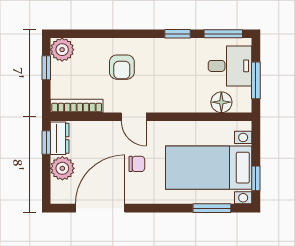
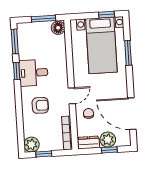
desk: (230, 66) -> (33, 73), moved, turned -90
floor lamp: (221, 102) -> (58, 28), moved
window: (46, 143) -> (109, 150), moved
chair: (137, 164) -> (89, 113), moved
window: (212, 208) -> (128, 53), moved

